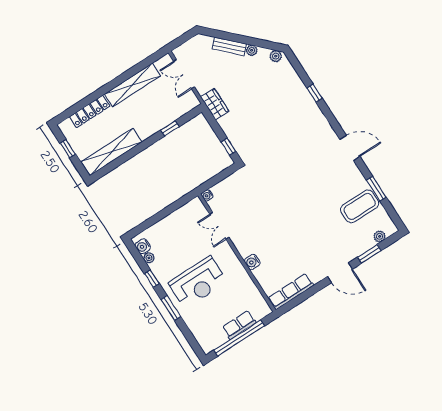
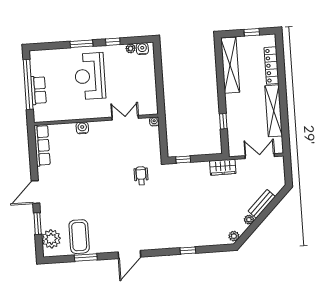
wheelchair: (267, 179) -> (141, 176), added
plant: (380, 236) -> (51, 239), width x1.88, depth x1.88

